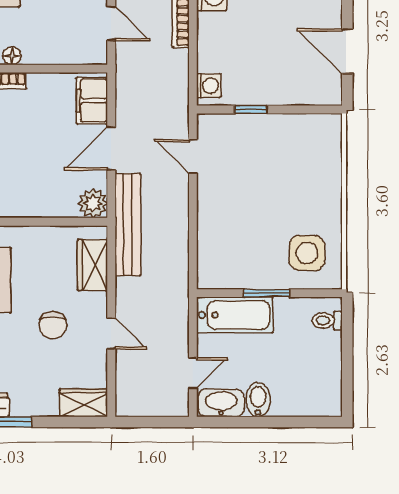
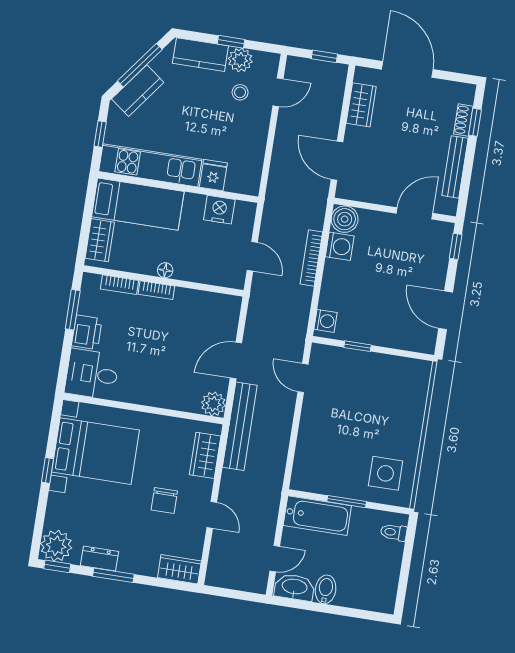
filing cabinet: (92, 100) -> (226, 318), removed

